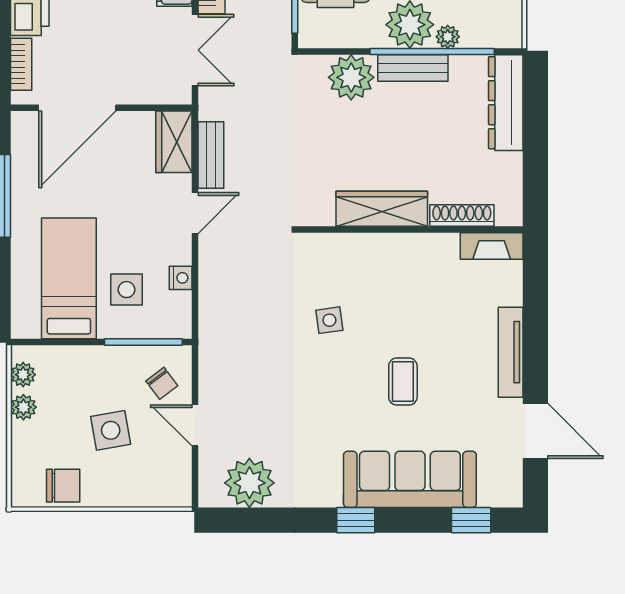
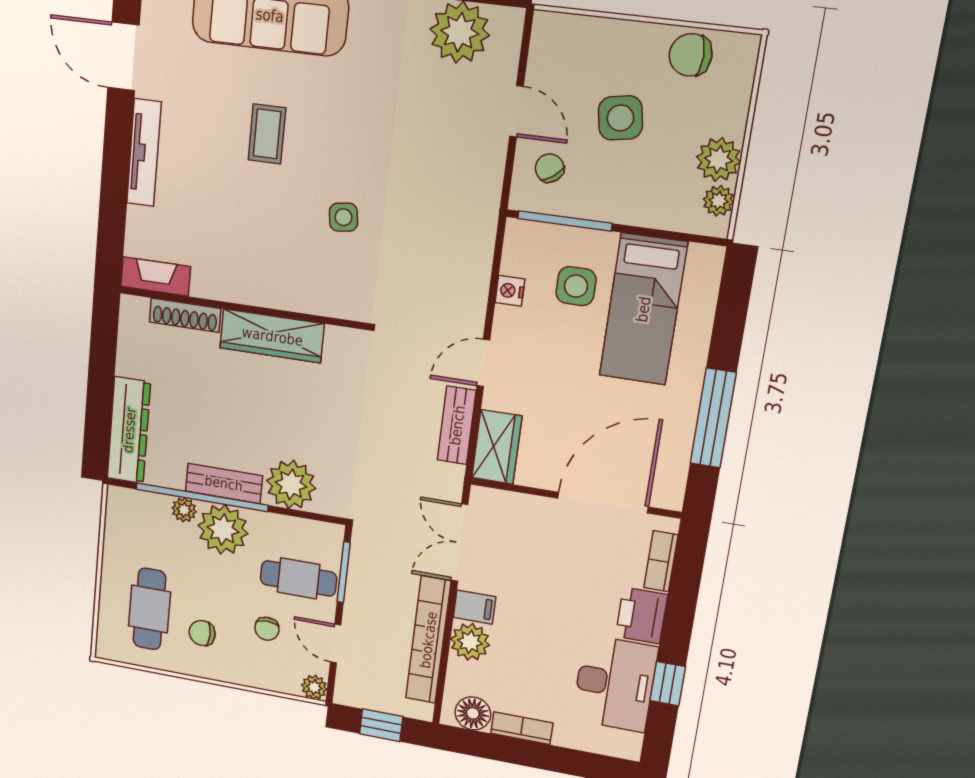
plant: (23, 407) -> (719, 159), width x1.38, depth x1.38

